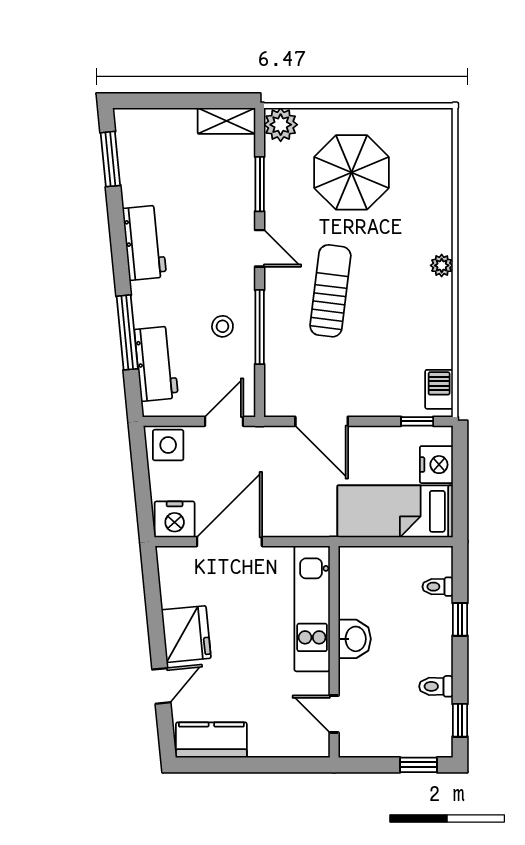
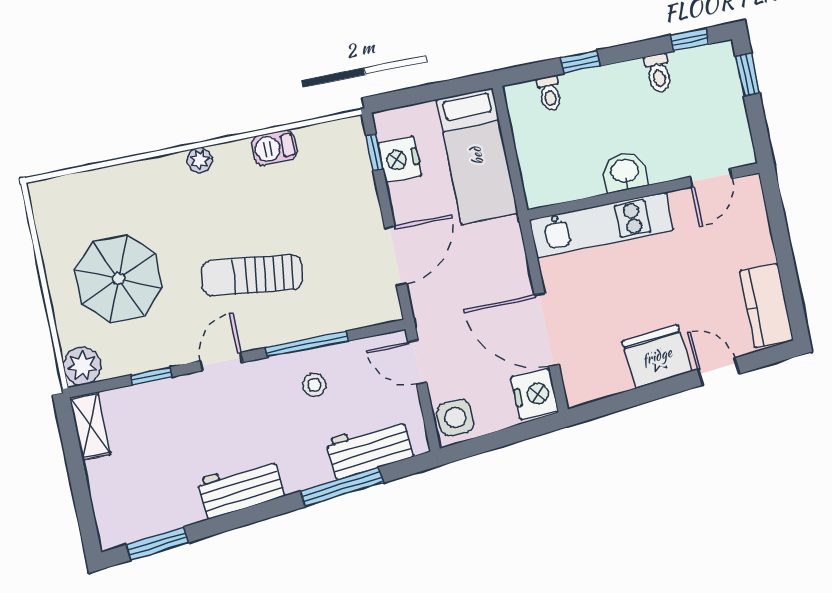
window: (260, 184) -> (152, 376), width x0.67
barbecue: (439, 389) -> (274, 148), moved
nightstand: (436, 465) -> (400, 159), moved, turned -90

